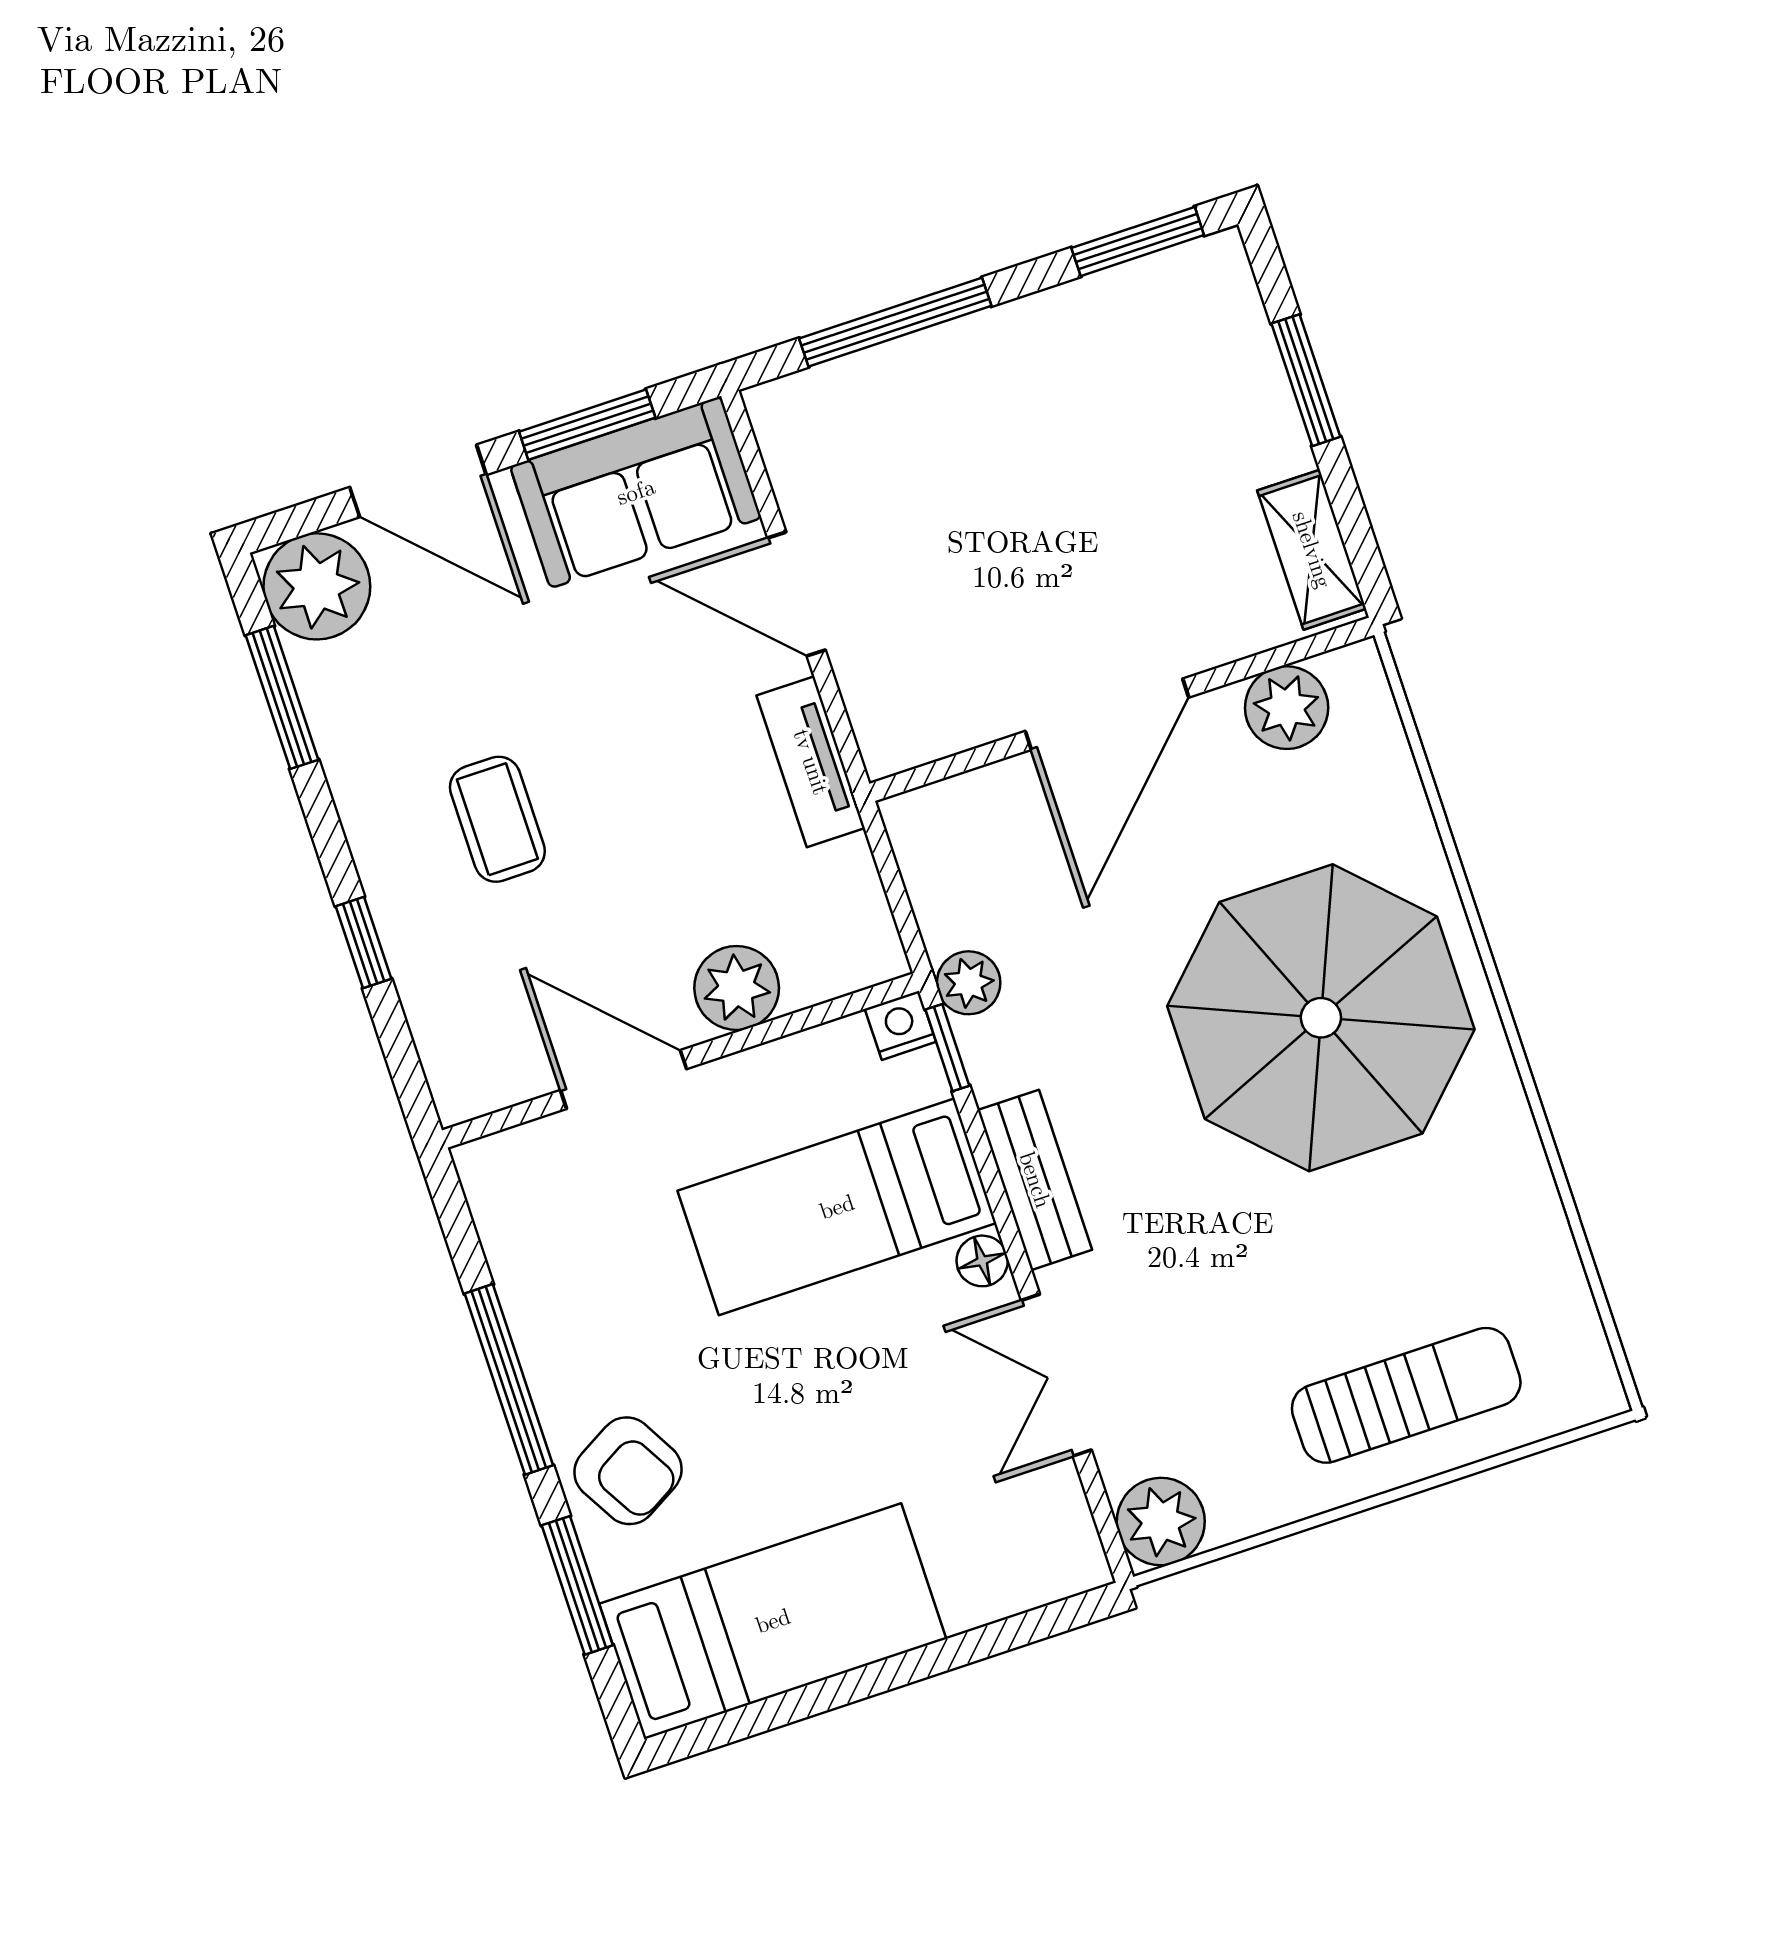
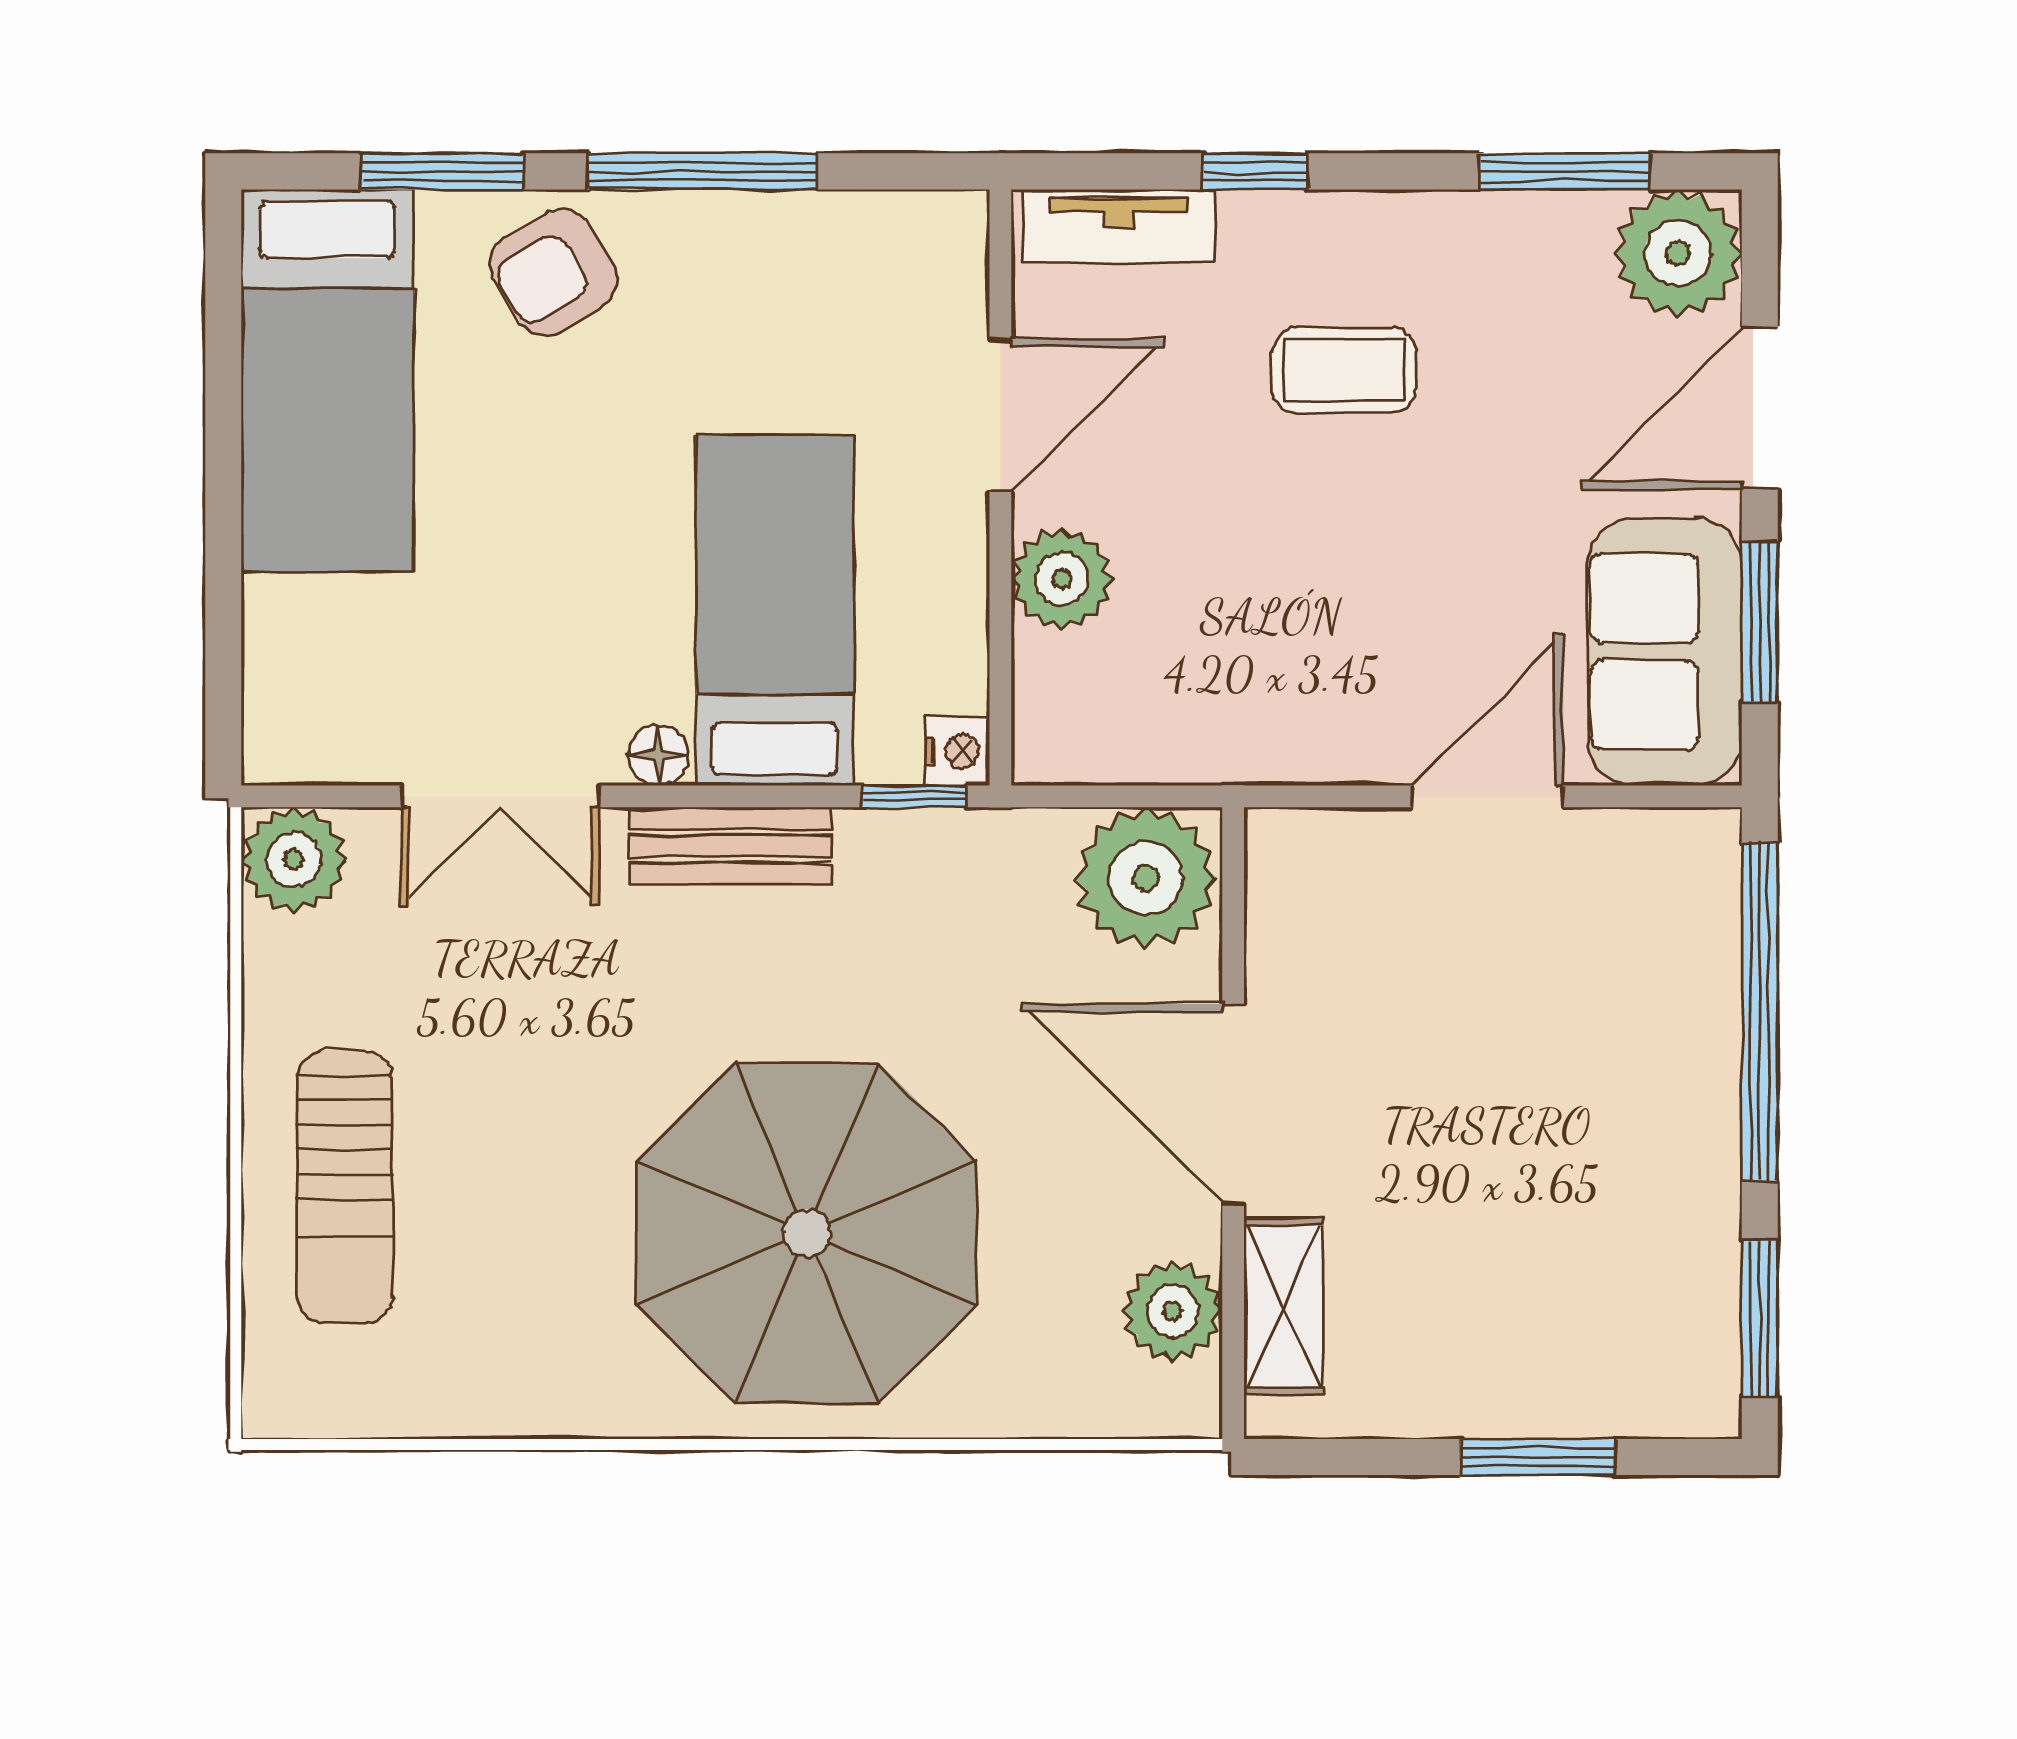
window: (895, 322) -> (1760, 1012), width x1.46
shelving: (1312, 550) -> (1284, 1306), moved, turned 90
tv unit: (811, 762) -> (1119, 226), moved, turned 180
plant: (969, 983) -> (1146, 878), moved, width x1.87, depth x1.87
double door: (1056, 1375) -> (500, 796), swing flipped

